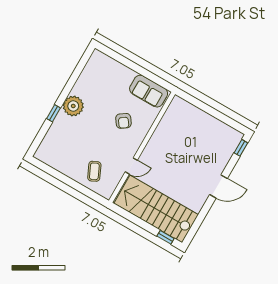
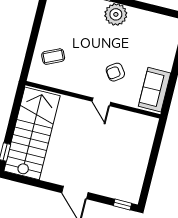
door: (131, 166) -> (101, 102), moved

